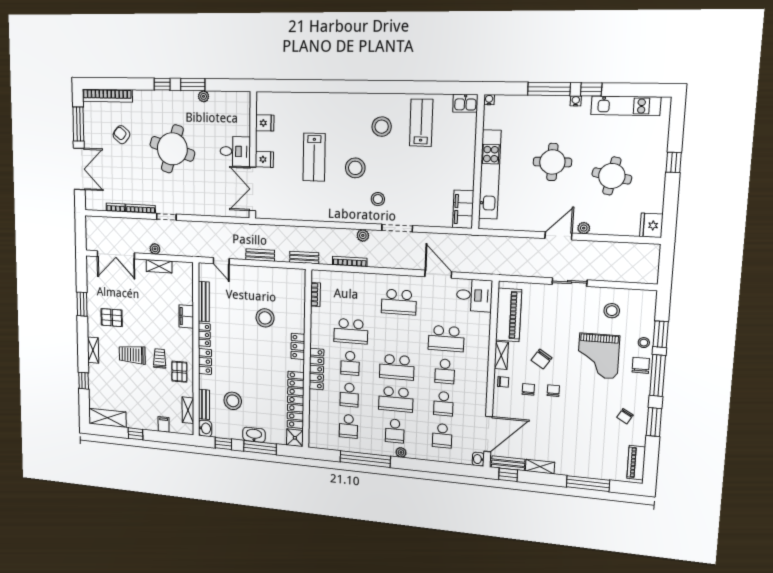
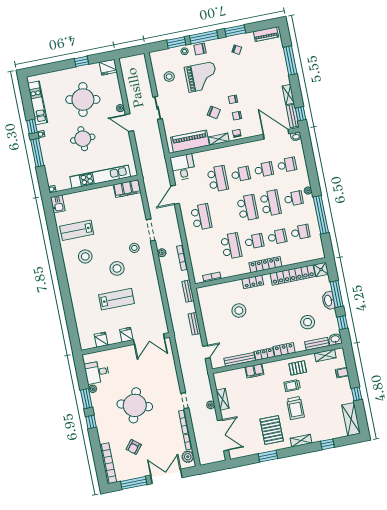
desk: (235, 151) -> (97, 372), moved, turned -90
window: (674, 162) -> (82, 61), moved
round table: (612, 176) -> (83, 100), width x1.36, depth x1.36
plant: (98, 203) -> (188, 457), added
pallet: (112, 318) -> (272, 430), width x1.50, depth x1.42

